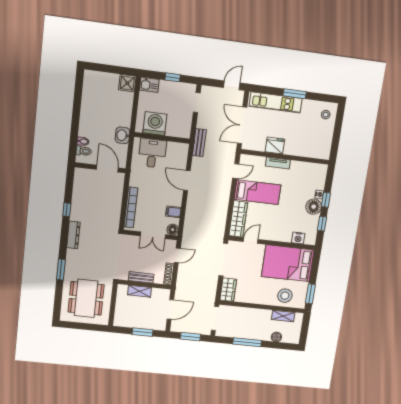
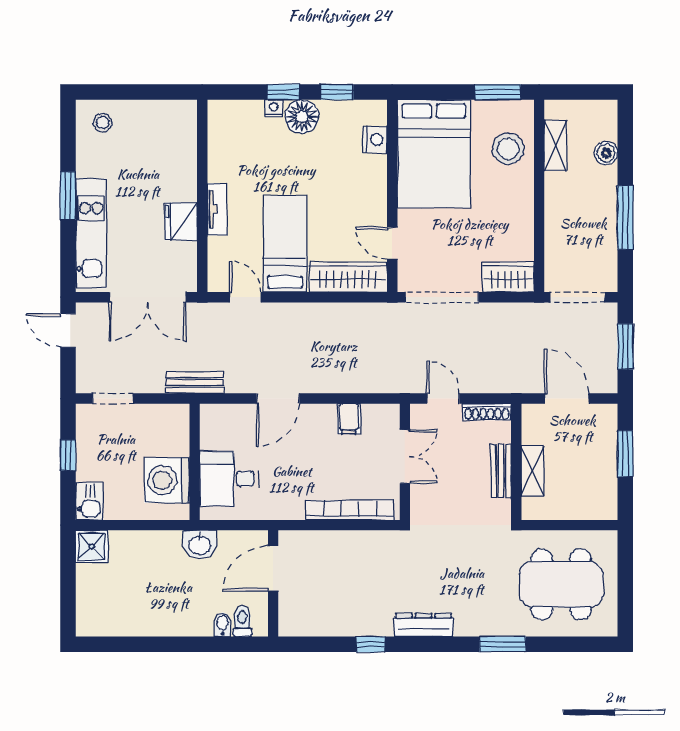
floor lamp: (173, 230) -> (388, 416), removed

